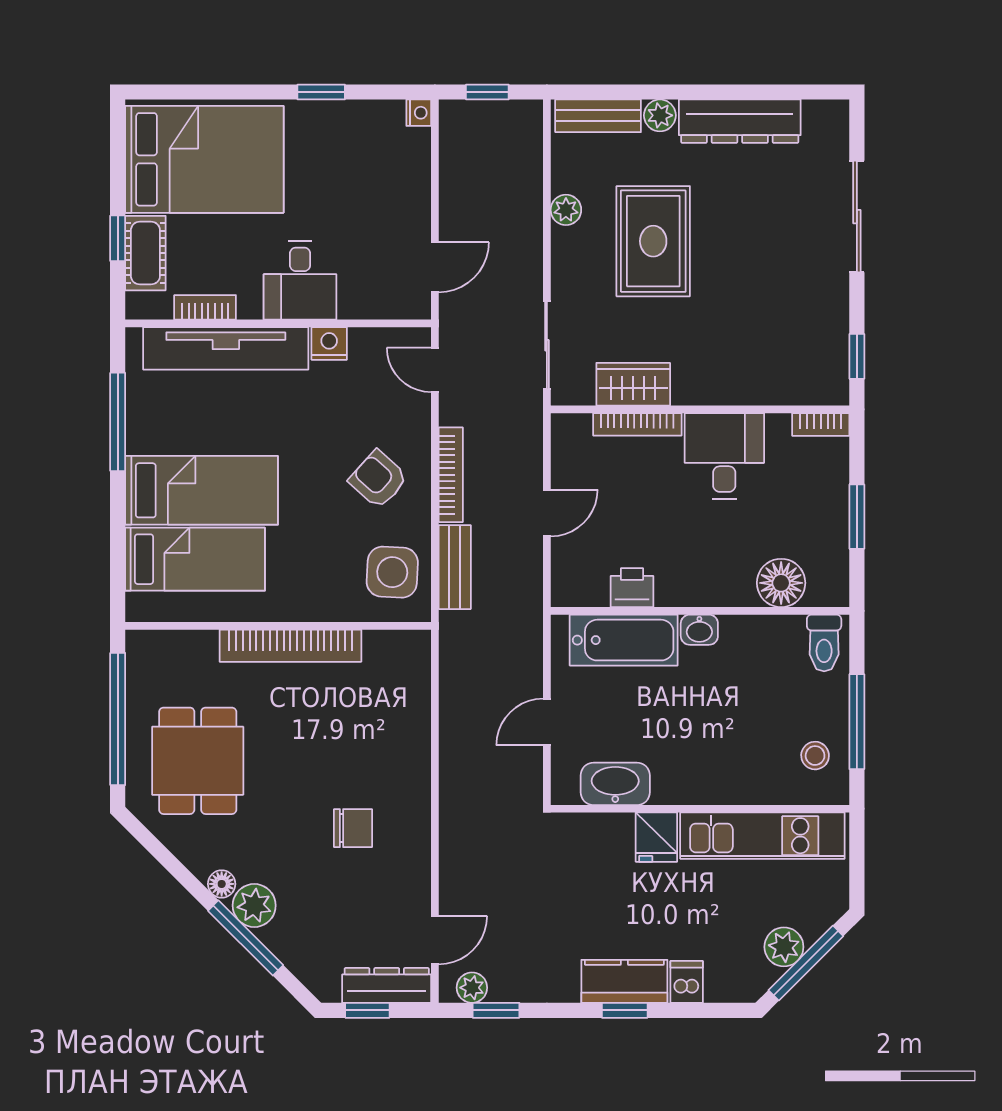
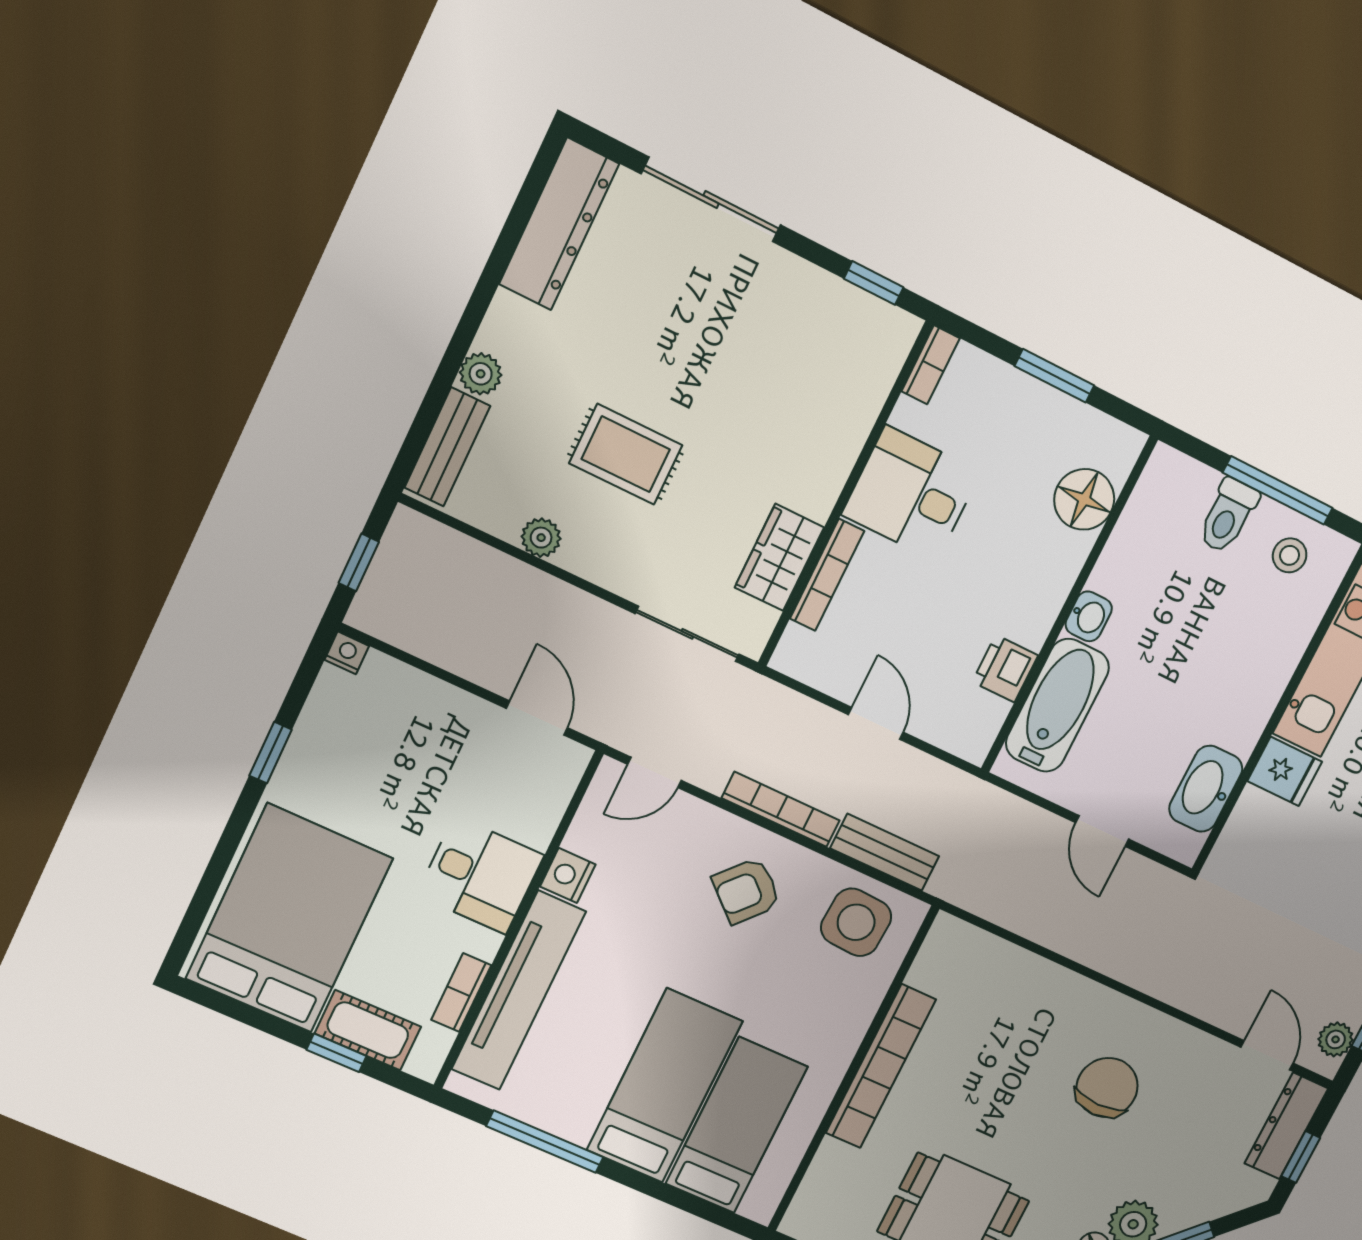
dresser: (740, 121) -> (559, 224), moved
rug: (653, 241) -> (626, 454), width x0.73, depth x0.70
toilet: (824, 643) -> (1228, 516), moved, turned 90
chair: (353, 828) -> (1107, 1087), width x1.37, depth x1.37

